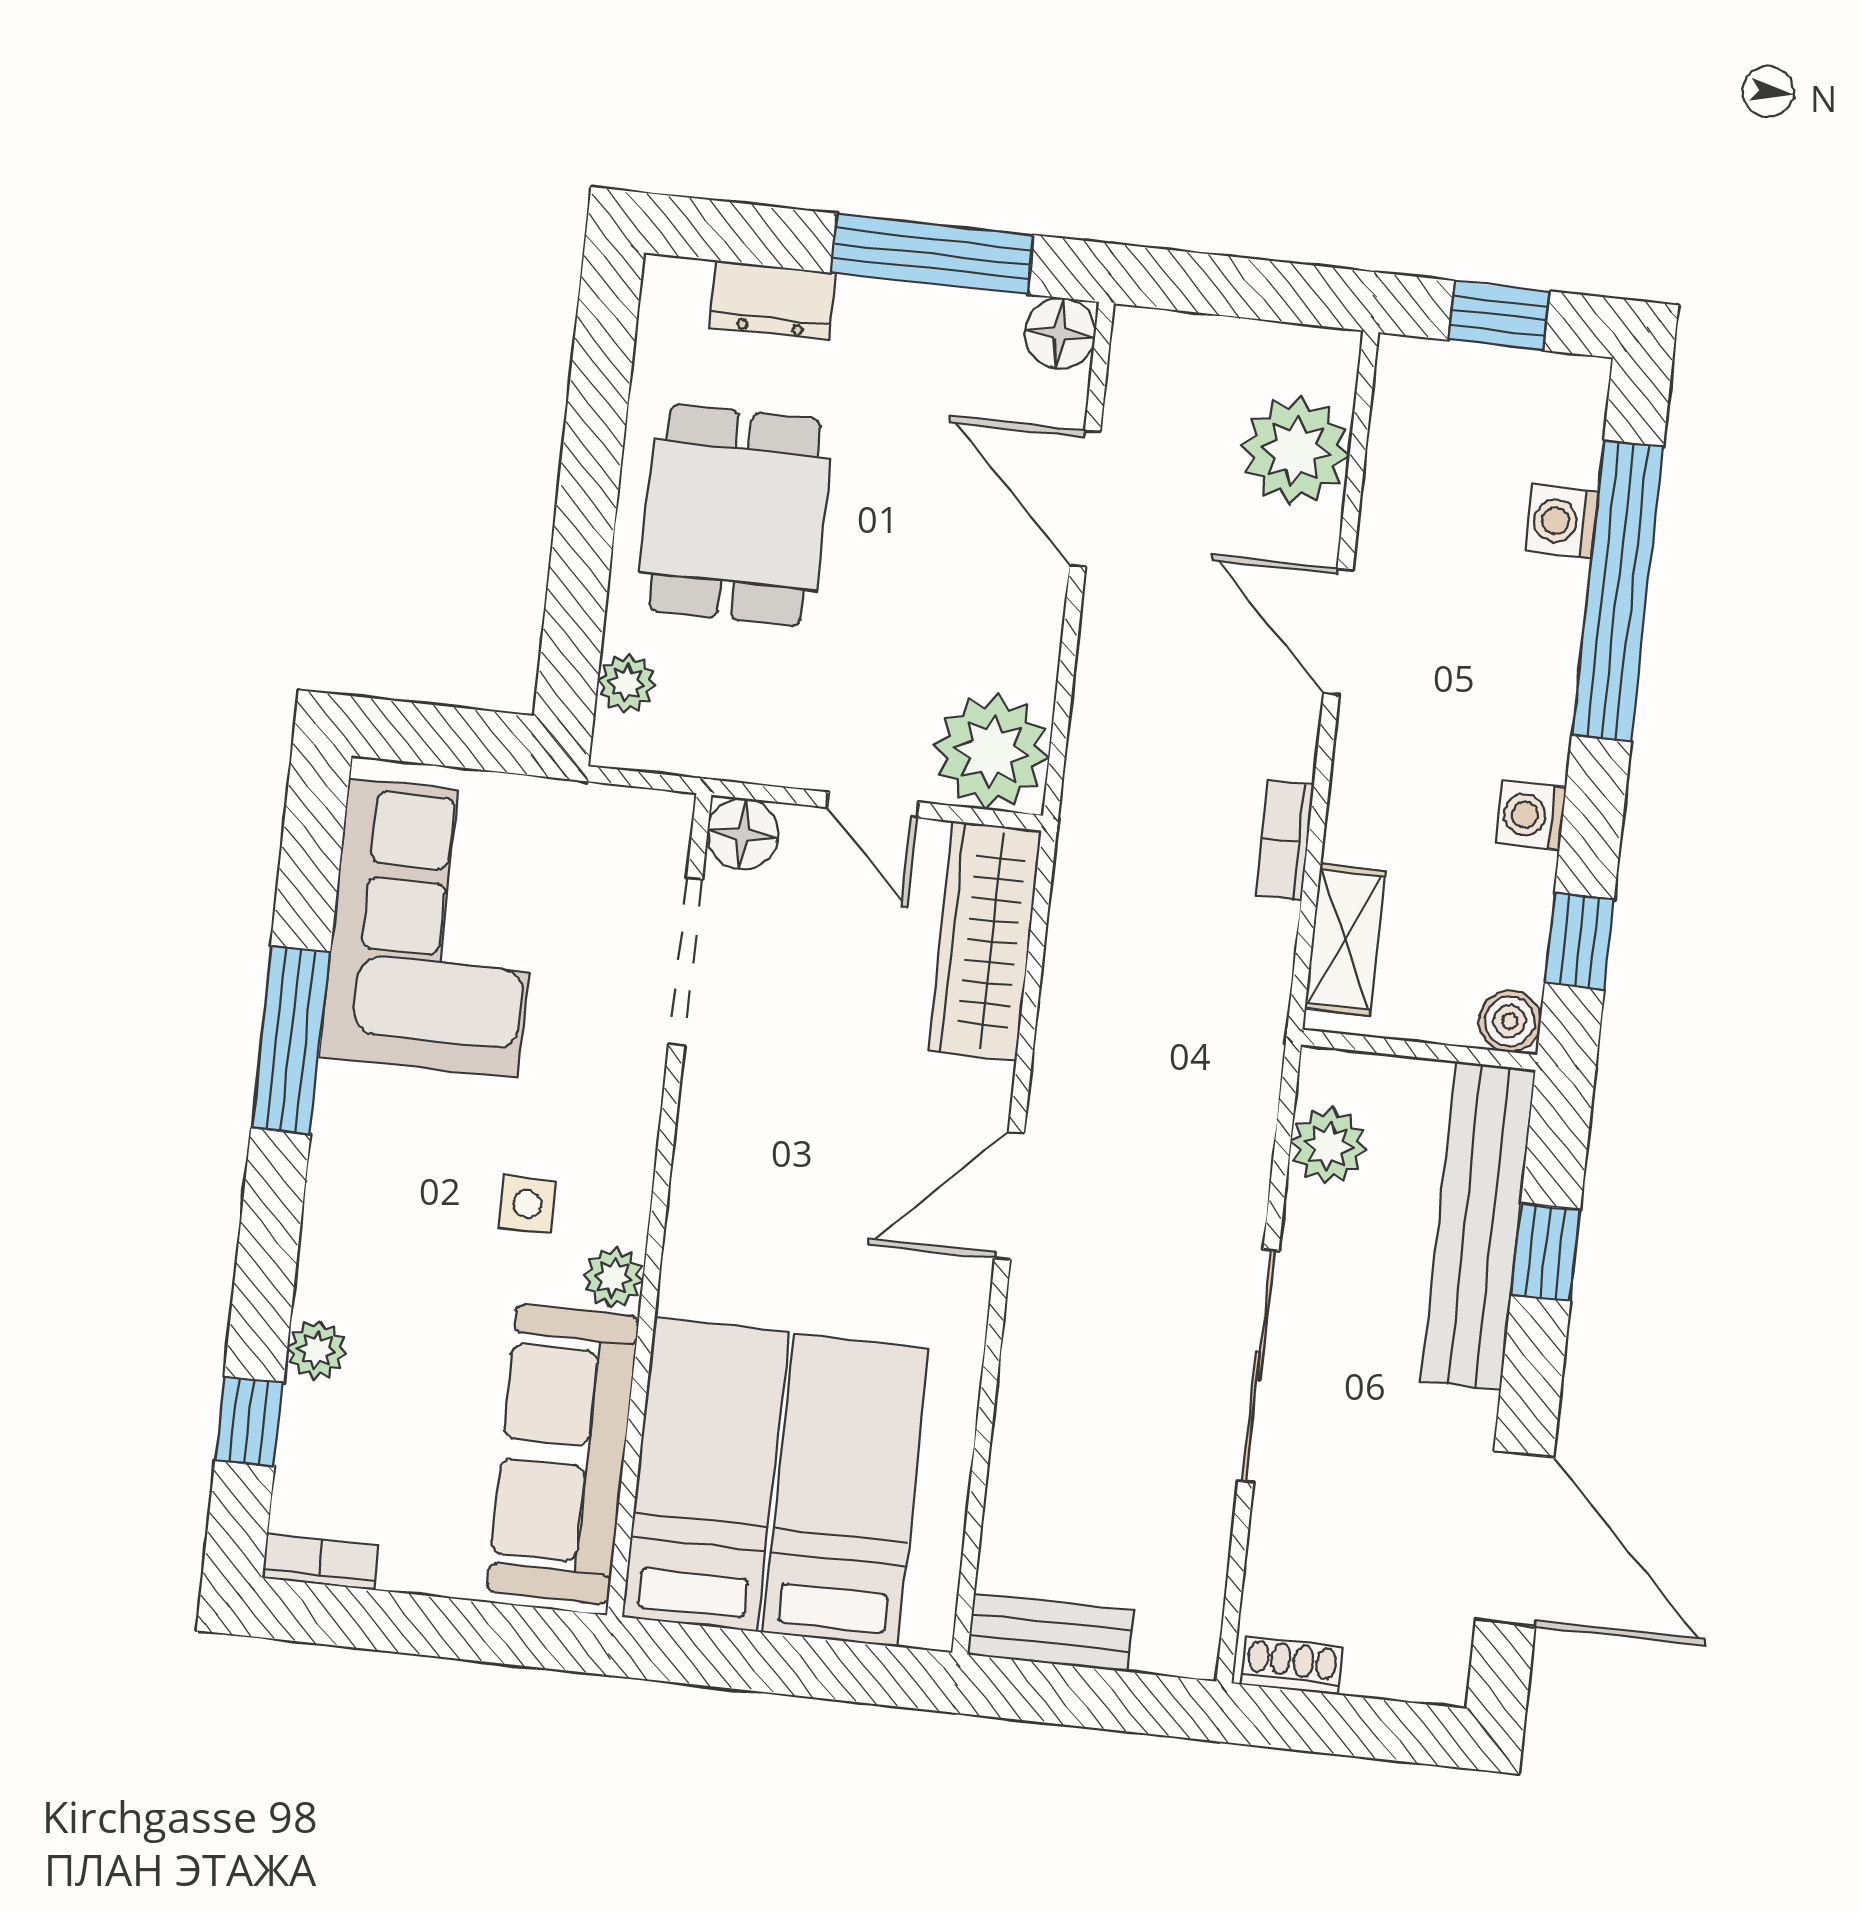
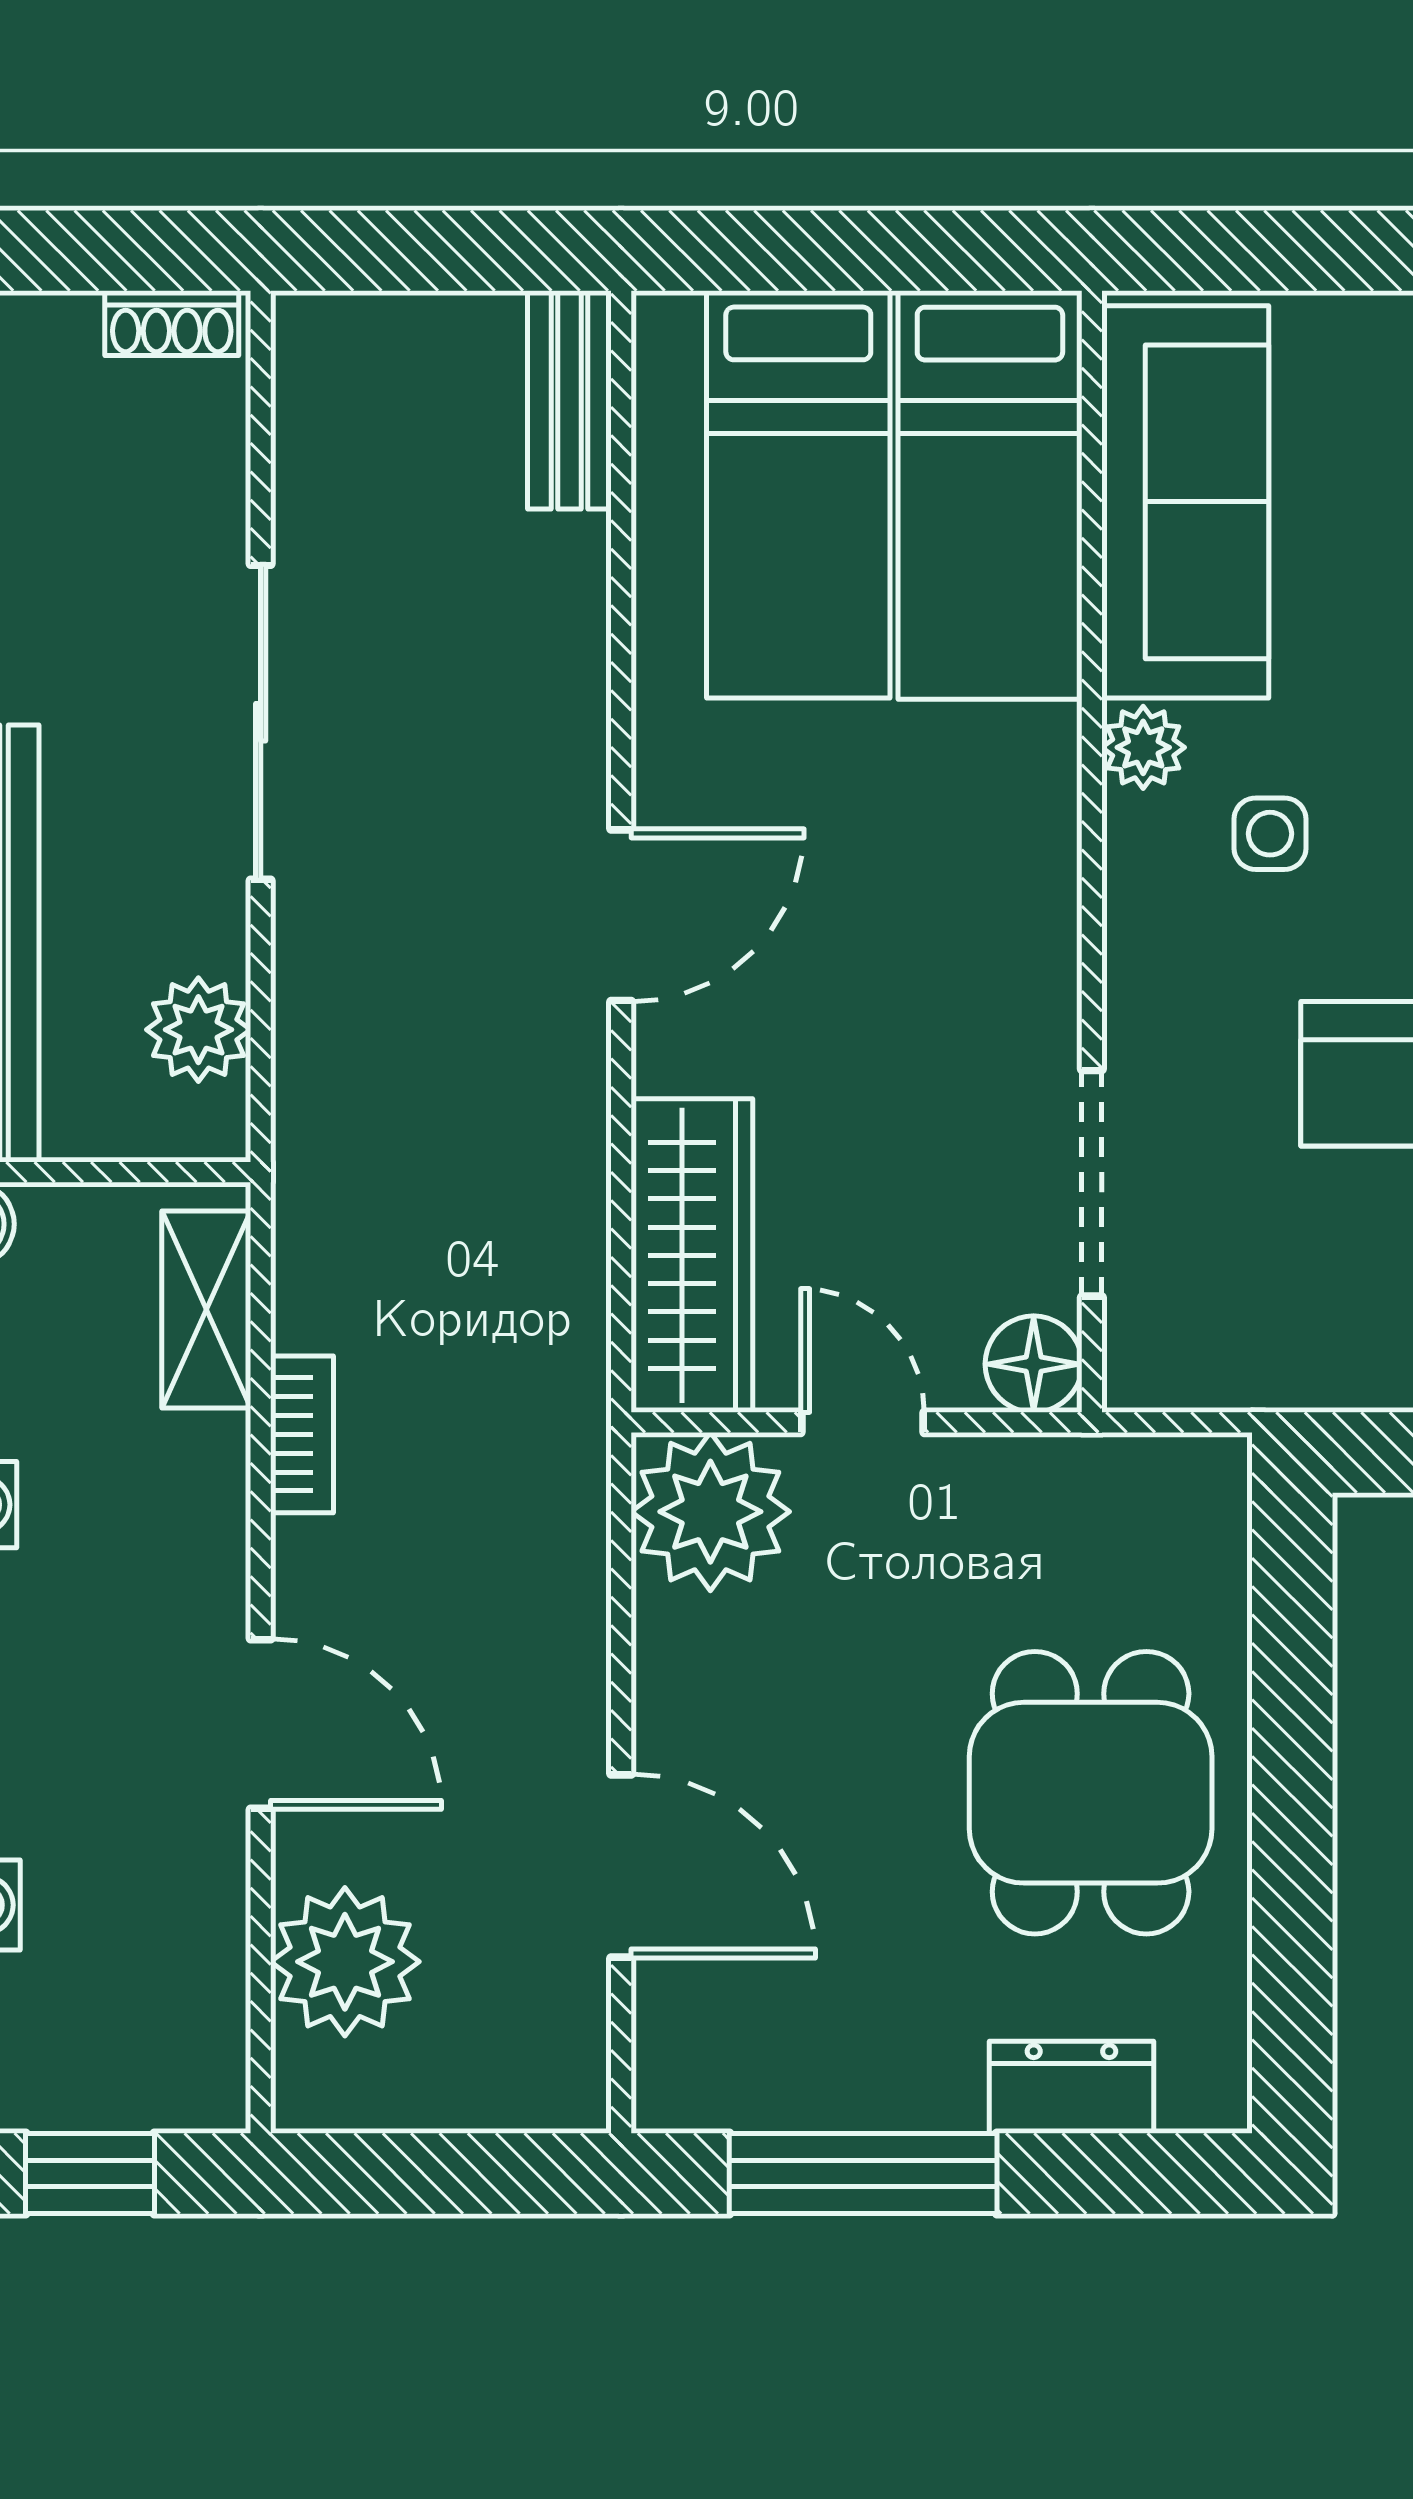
floor lamp: (1060, 333) -> (679, 2085), removed
plant: (627, 683) -> (1212, 1550), removed
bench: (1050, 1633) -> (569, 400), moved, turned 90

